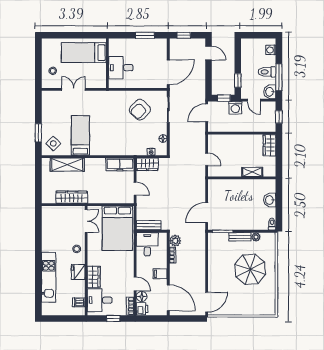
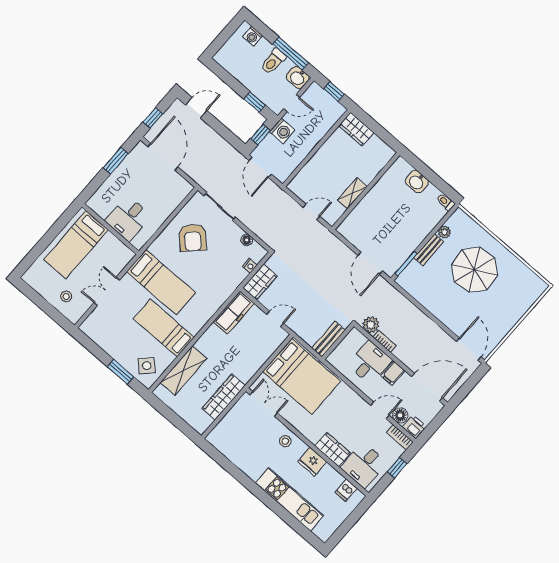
door: (168, 72) -> (163, 157), moved
bed: (103, 113) -> (161, 282), added
shelving: (252, 172) -> (352, 193), moved
desk: (147, 244) -> (370, 362), moved, turned 90

